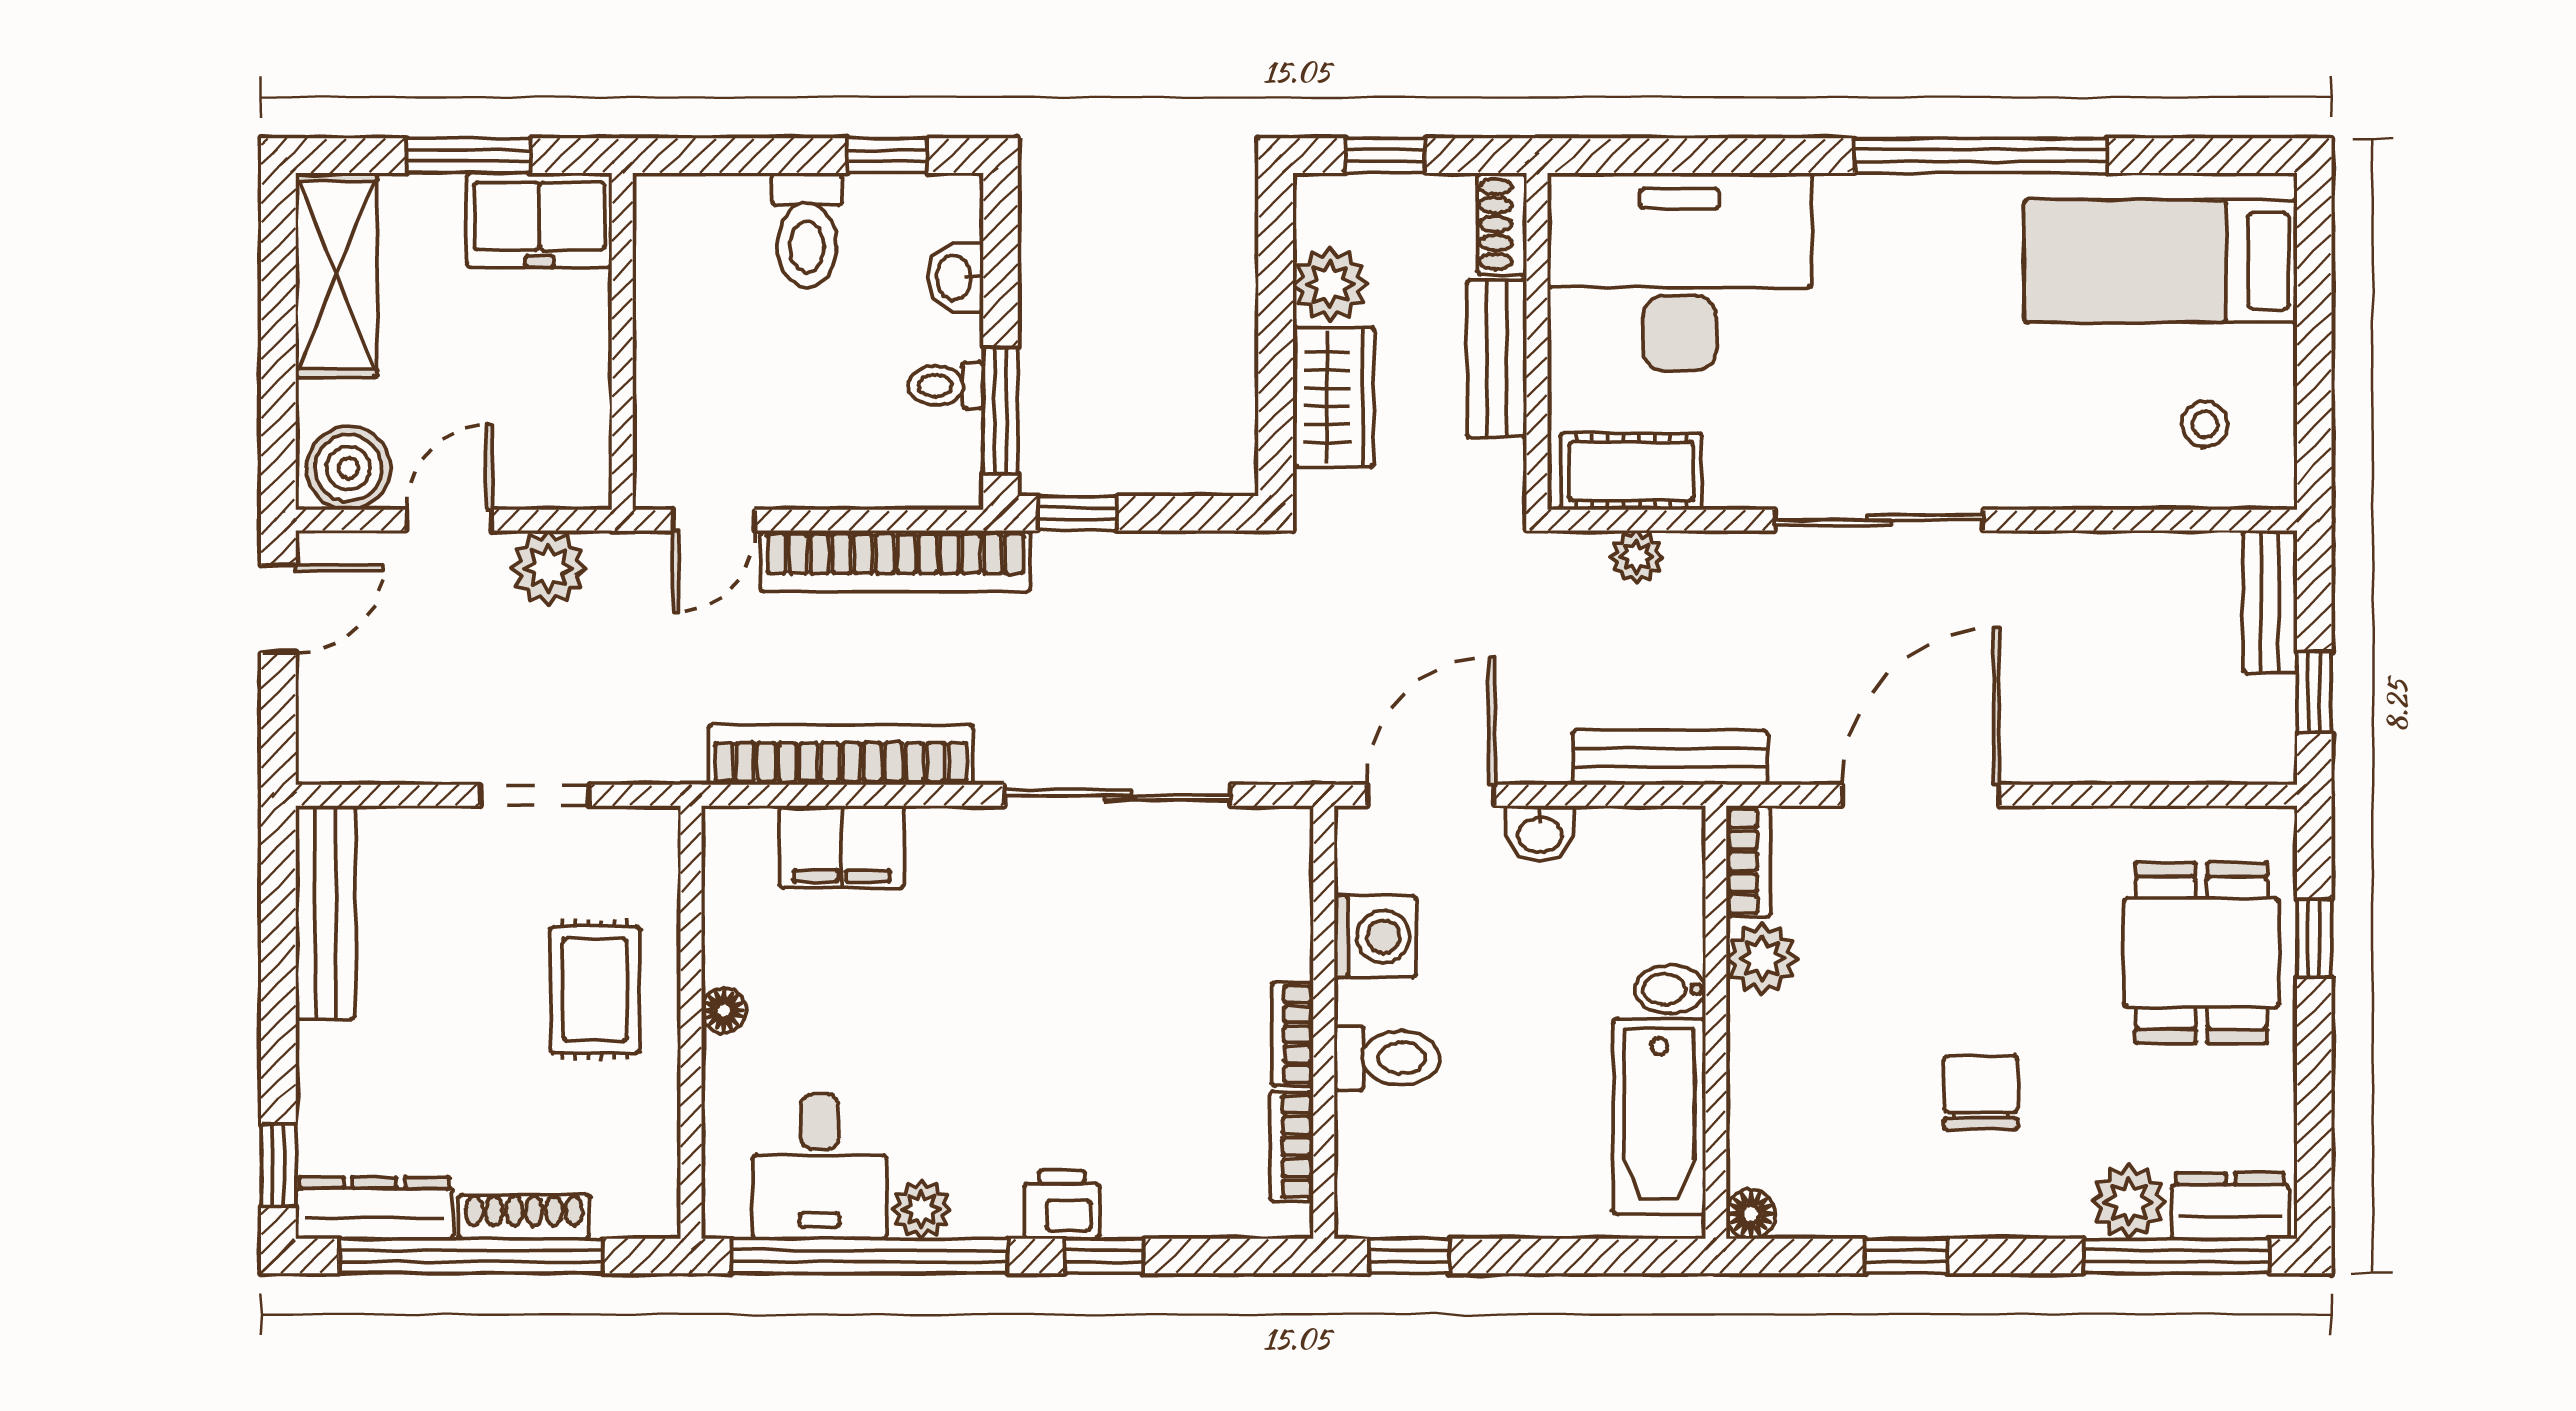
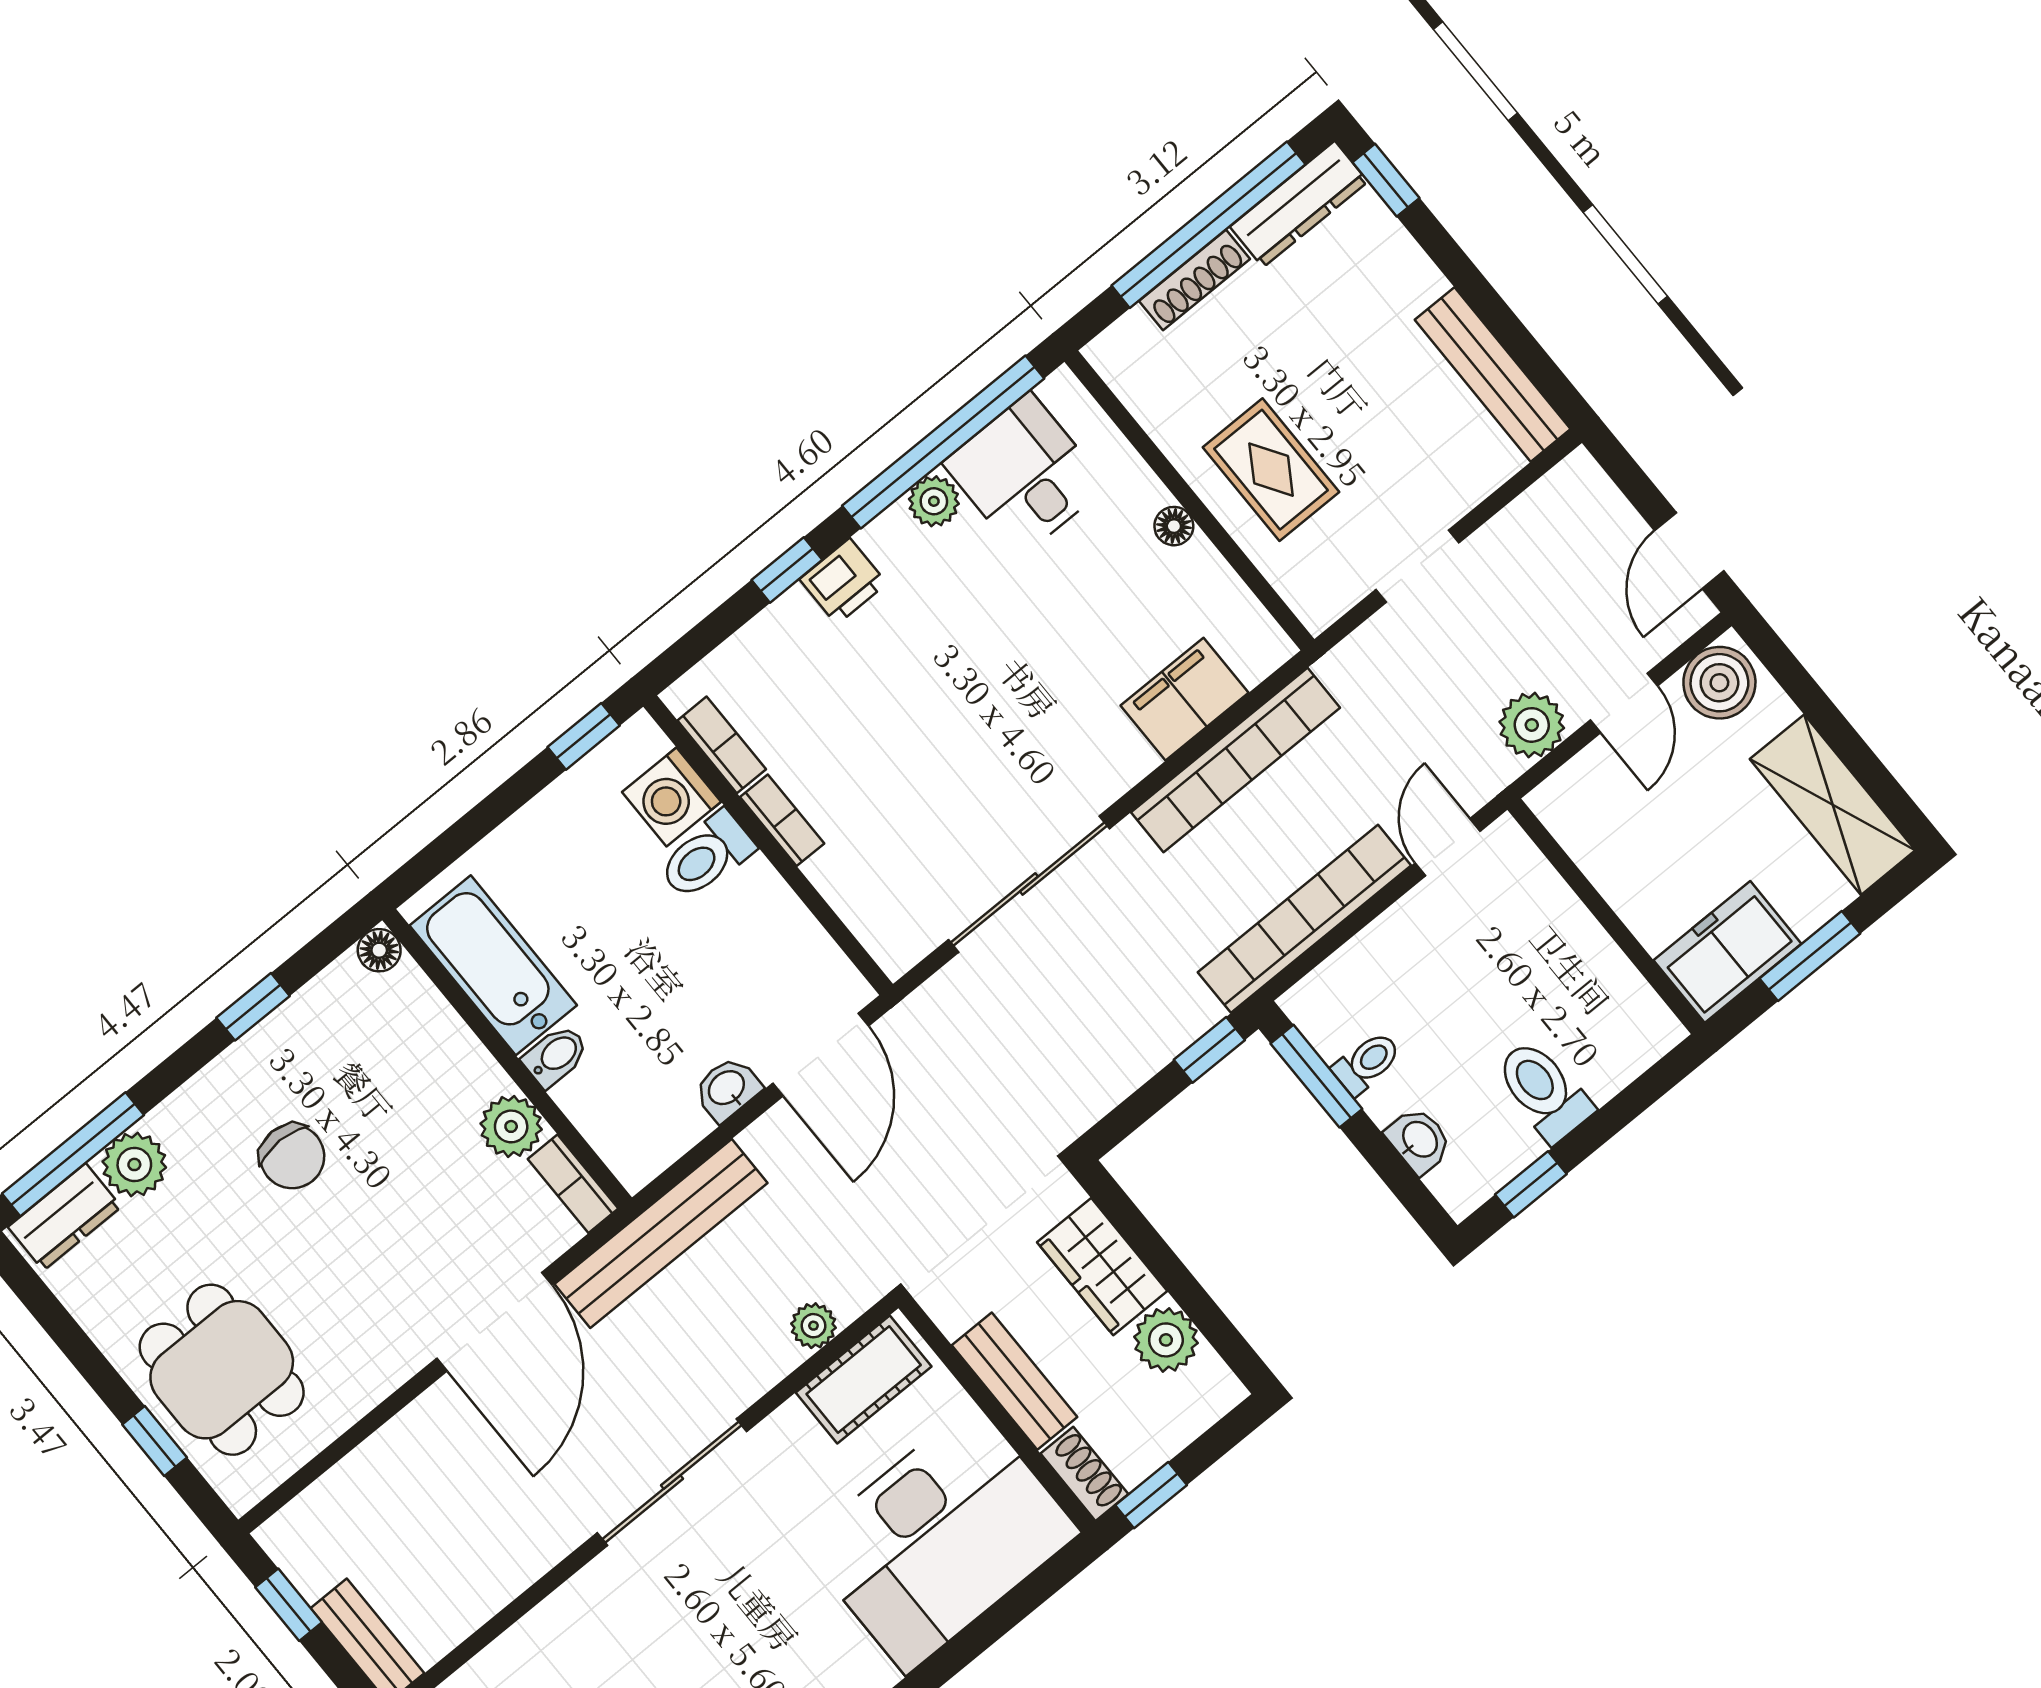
window: (1385, 156) -> (1151, 1495), moved
bench: (1670, 758) -> (661, 1234), width x1.37, depth x1.21
washing machine: (1375, 936) -> (672, 797), moved

